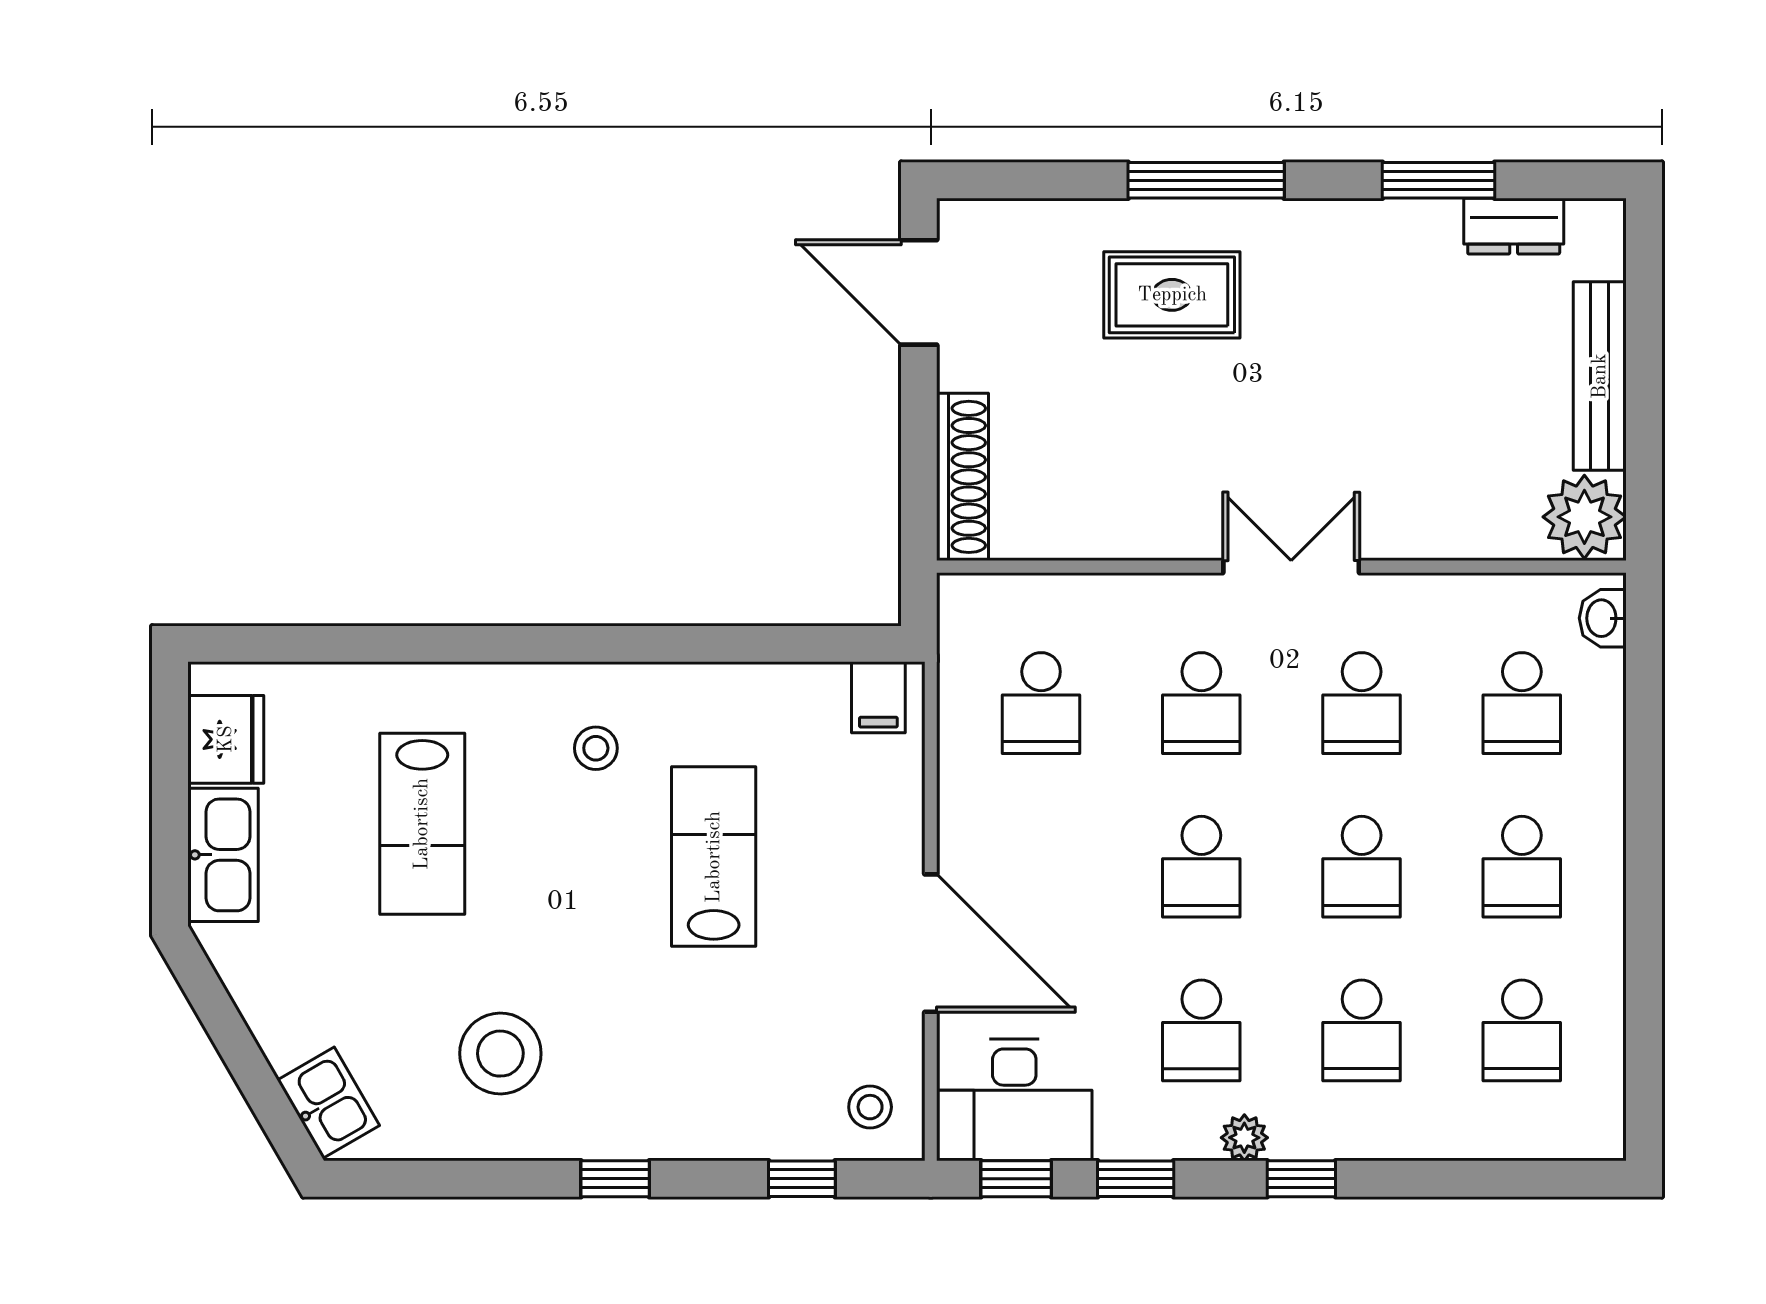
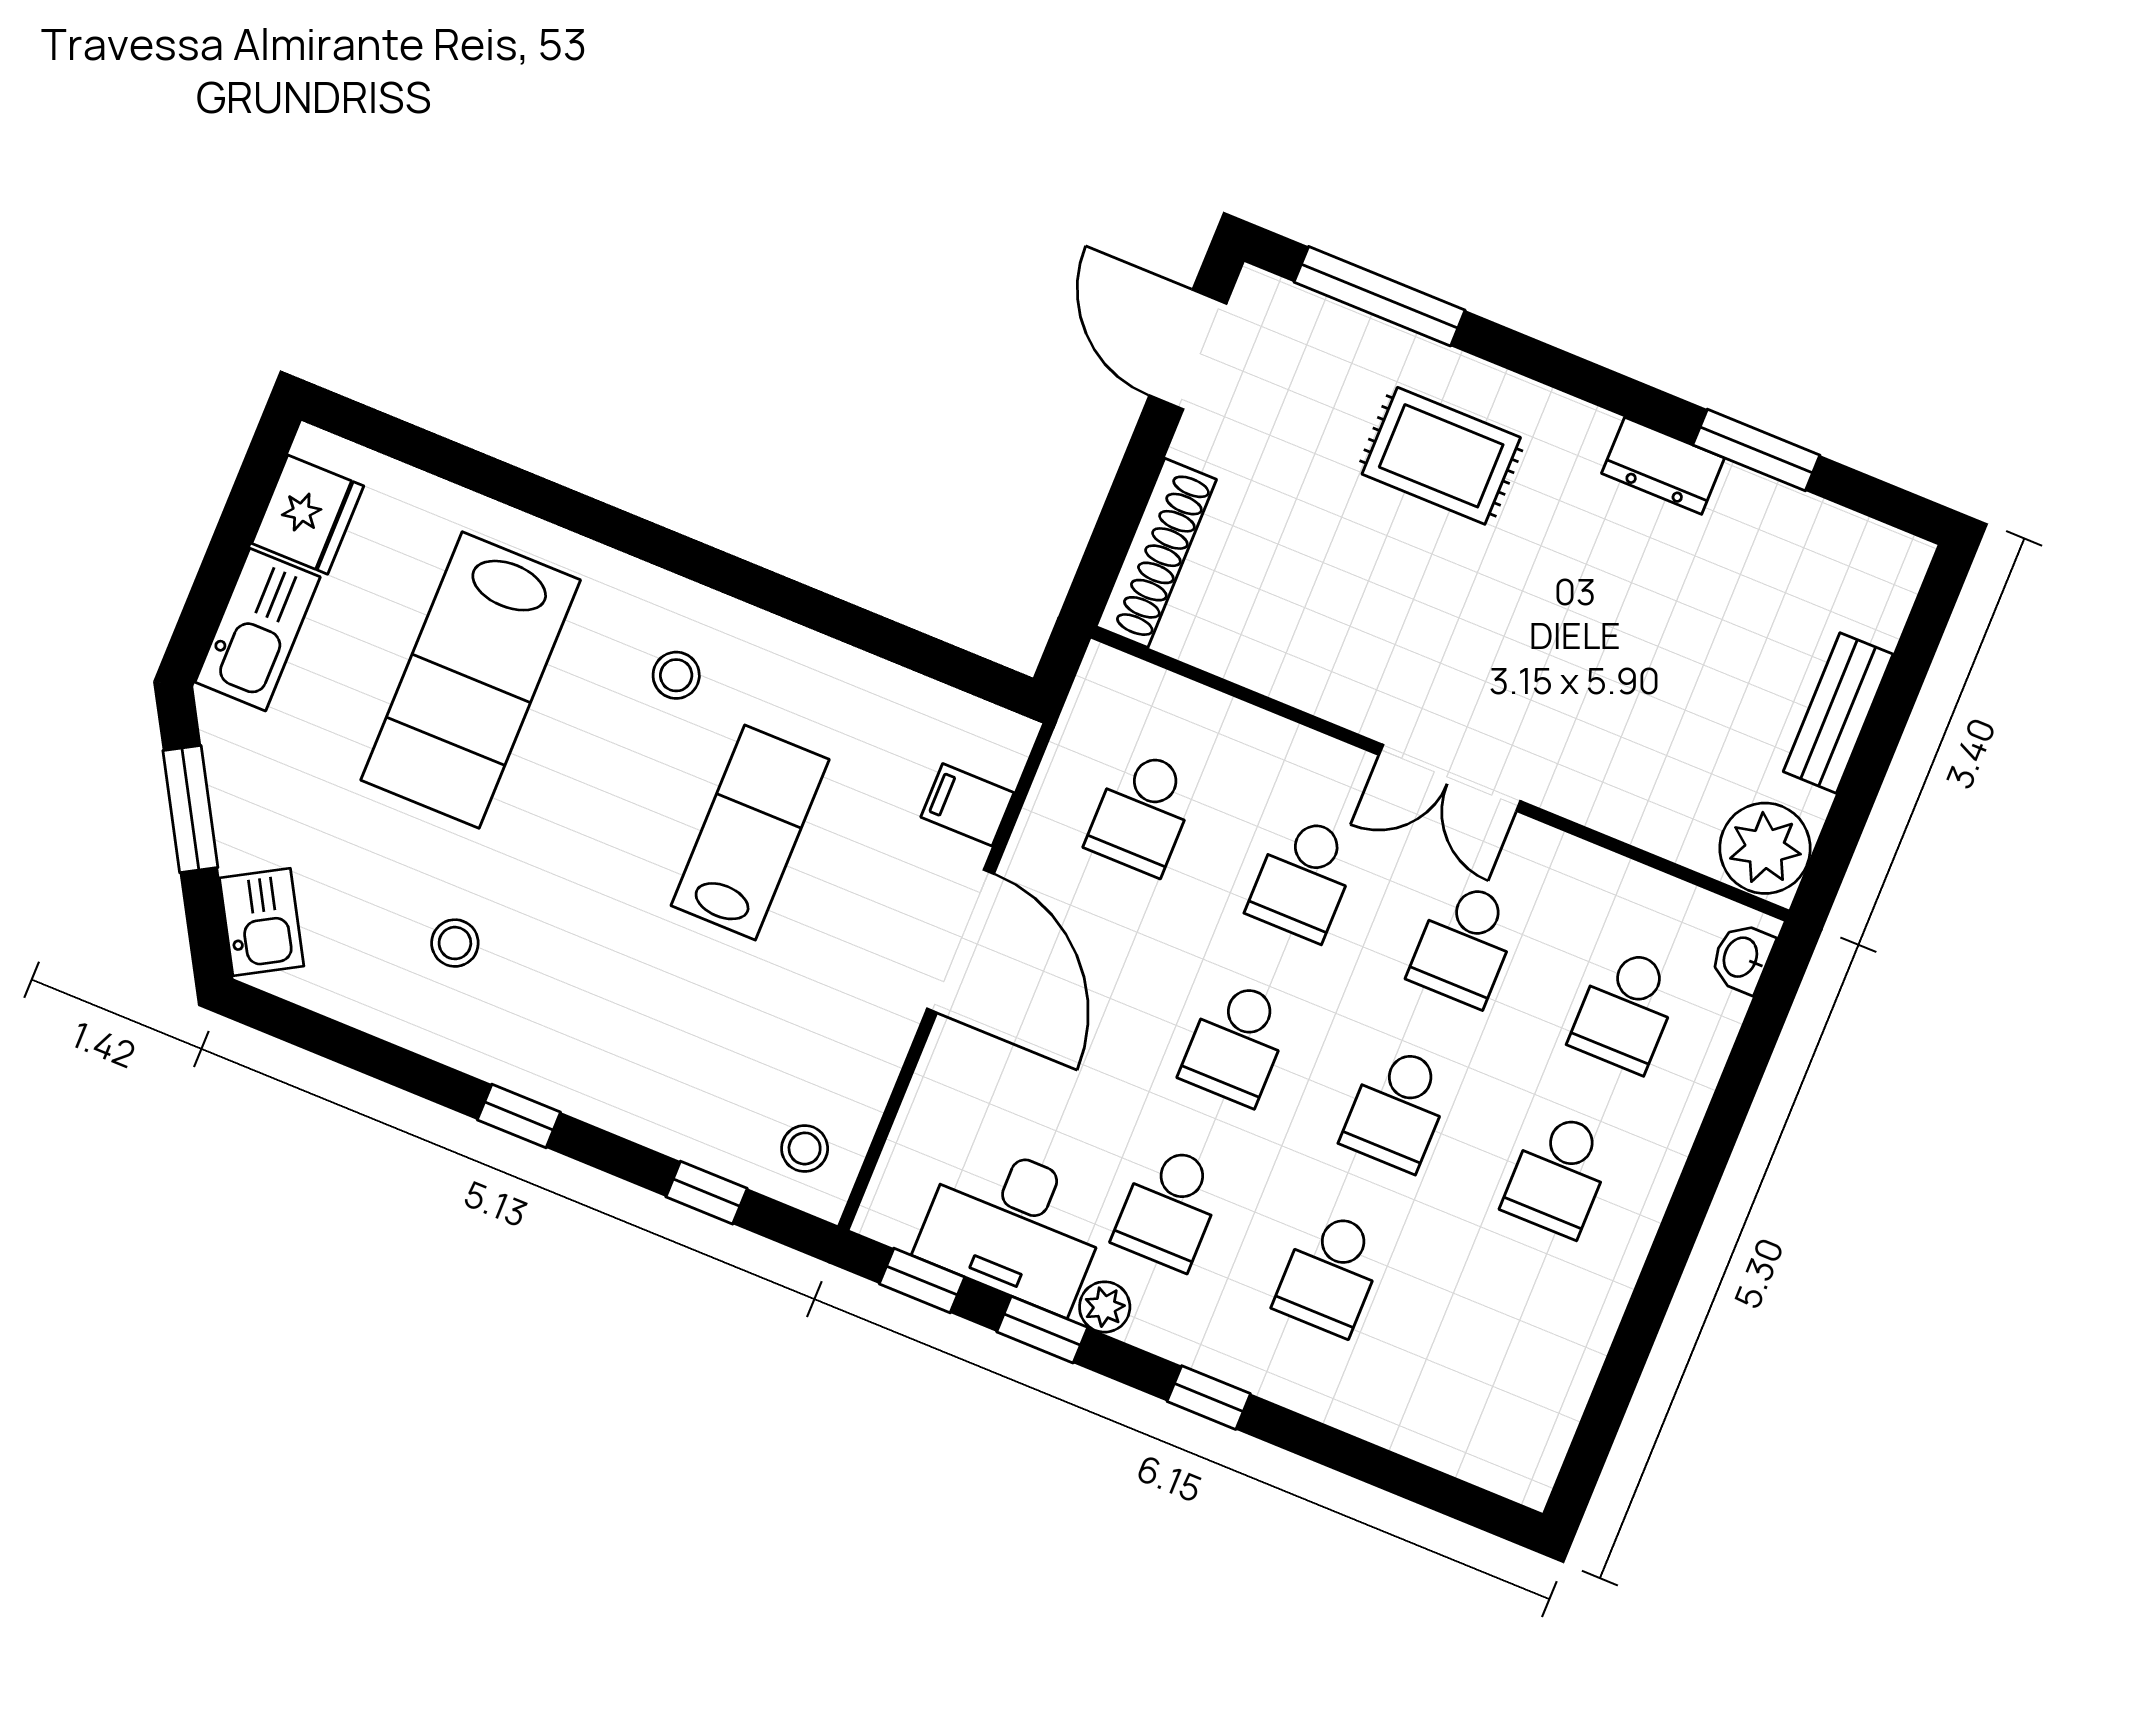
window: (1206, 180) -> (1380, 296), moved
dresser: (1514, 226) -> (1663, 466), moved
bench: (1600, 376) -> (1838, 713), width x0.73
double door: (1291, 567) -> (1450, 778), swing flipped
filing cabinet: (878, 697) -> (967, 805), moved, turned 90
lab bench: (422, 824) -> (471, 680), width x1.36, depth x1.39
door: (931, 943) -> (960, 941), moved
school desk: (1522, 1030) -> (1491, 1339), removed
window: (228, 1031) -> (190, 809), added
stool: (500, 1054) -> (455, 943), width x0.53, depth x0.53
desk: (1014, 1100) -> (1014, 1226), moved
plant: (1244, 1138) -> (1105, 1307), moved

